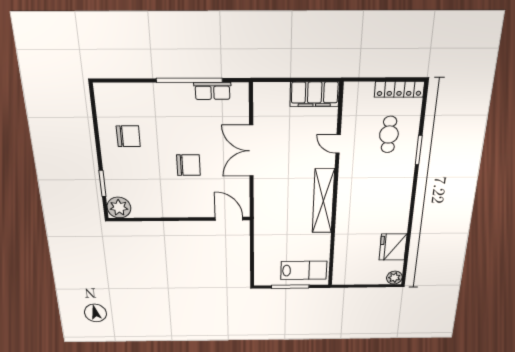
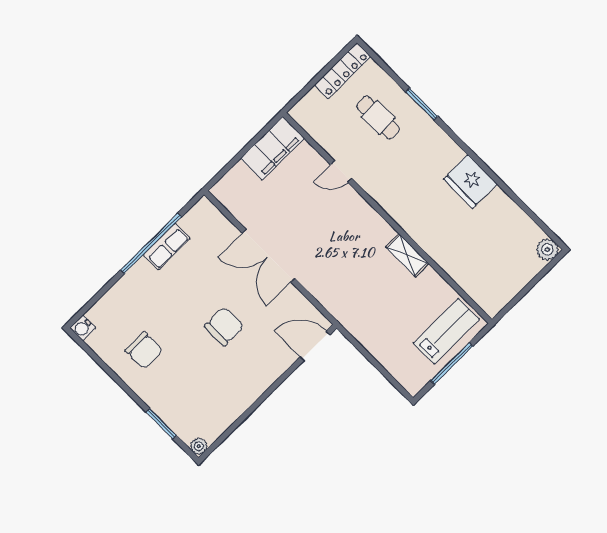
water cooler: (101, 90) -> (83, 328), added
row of seats: (212, 91) -> (167, 247), moved
chair: (128, 136) -> (144, 350), turned 90
shelving: (323, 201) -> (407, 255), width x0.45, depth x0.75
plant: (119, 208) -> (199, 446), width x0.53, depth x0.53
fridge: (393, 247) -> (470, 182), moved

